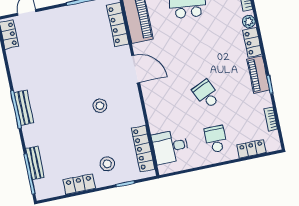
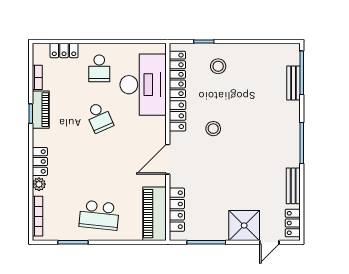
shower: (53, 23) -> (244, 225), added
door: (136, 69) -> (168, 159), hinge flipped
piano: (258, 75) -> (41, 110), moved
bench: (24, 108) -> (293, 186), moved
desk: (170, 147) -> (143, 85), width x1.87, depth x1.30
locker: (79, 184) -> (178, 116), moved, turned -90

